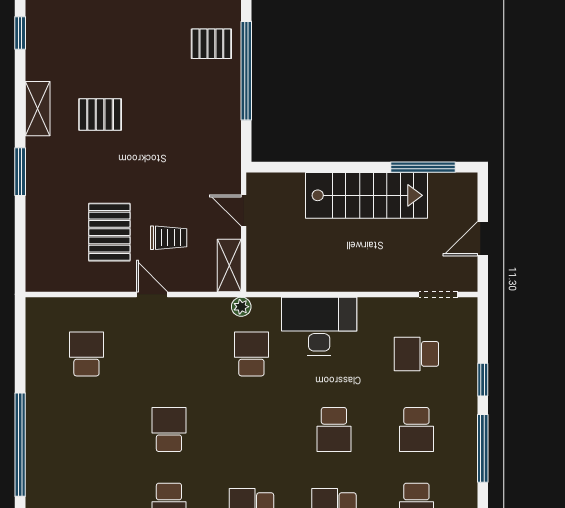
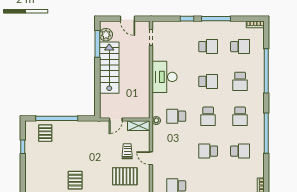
plant: (445, 187) -> (106, 35), added
door: (152, 294) -> (151, 158), hinge flipped
desk: (319, 326) -> (165, 77), moved
school desk: (416, 354) -> (208, 116), moved

